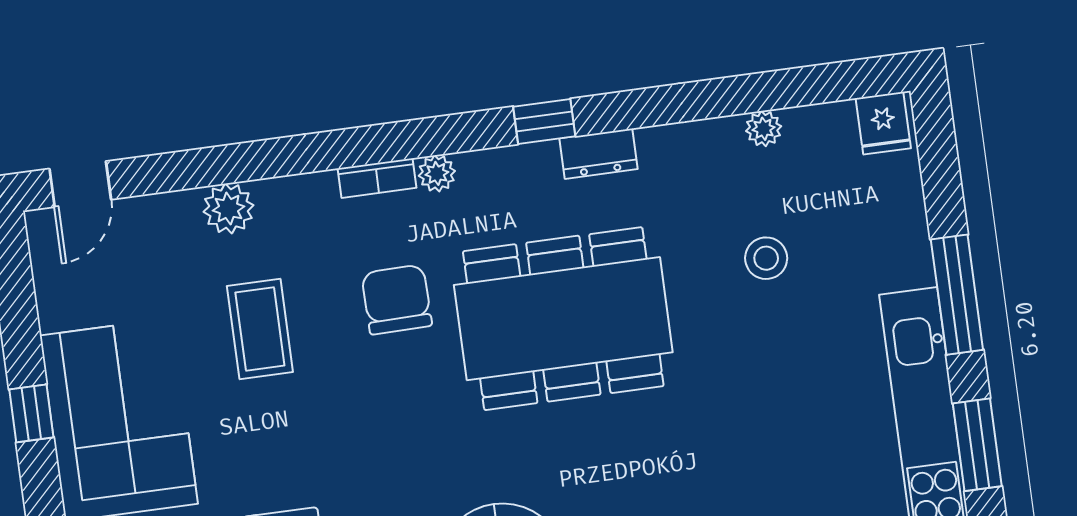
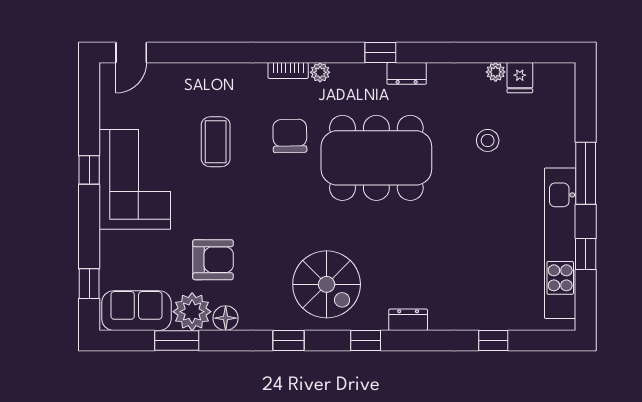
fridge: (883, 123) -> (520, 78), moved
plant: (228, 209) -> (208, 76), removed
window: (977, 445) -> (586, 254), width x0.67

